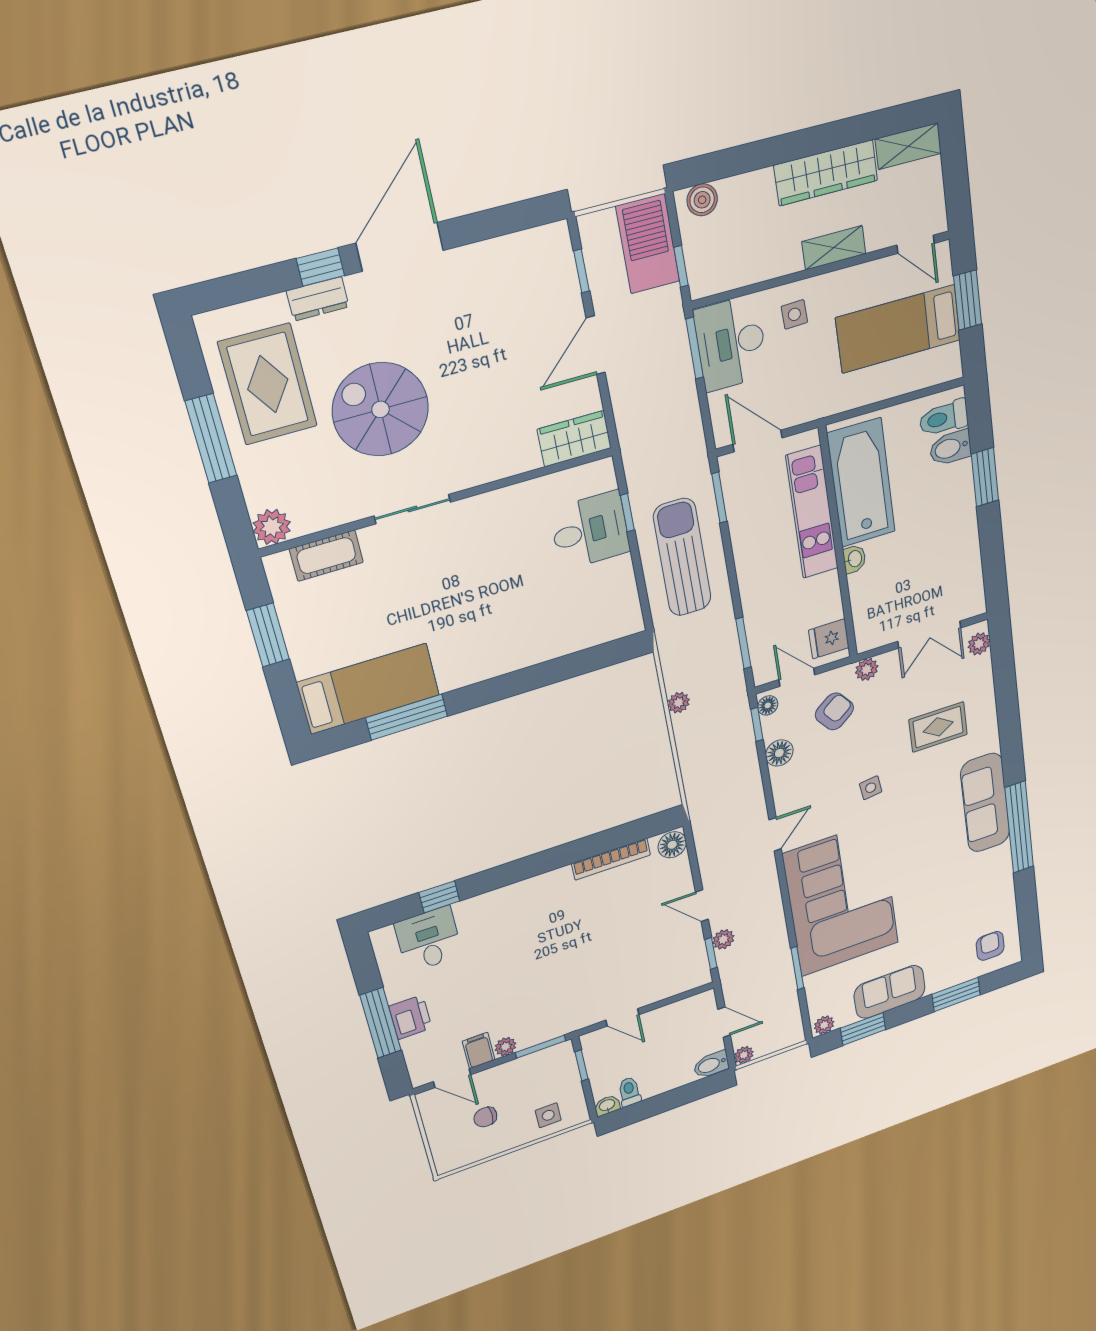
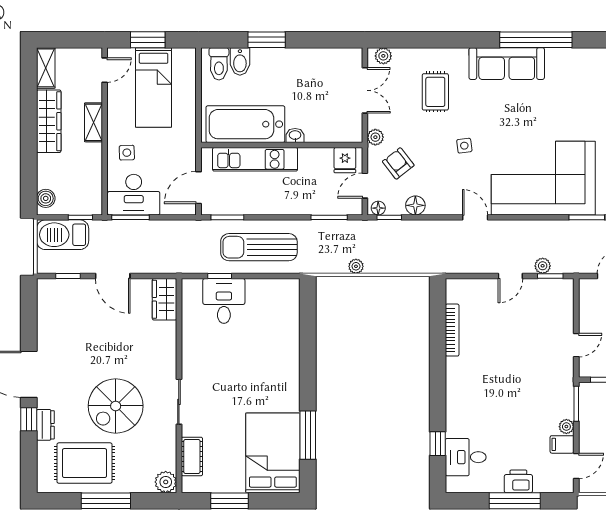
bed: (368, 689) -> (273, 453), width x1.50
floor lamp: (672, 845) -> (457, 288), removed

